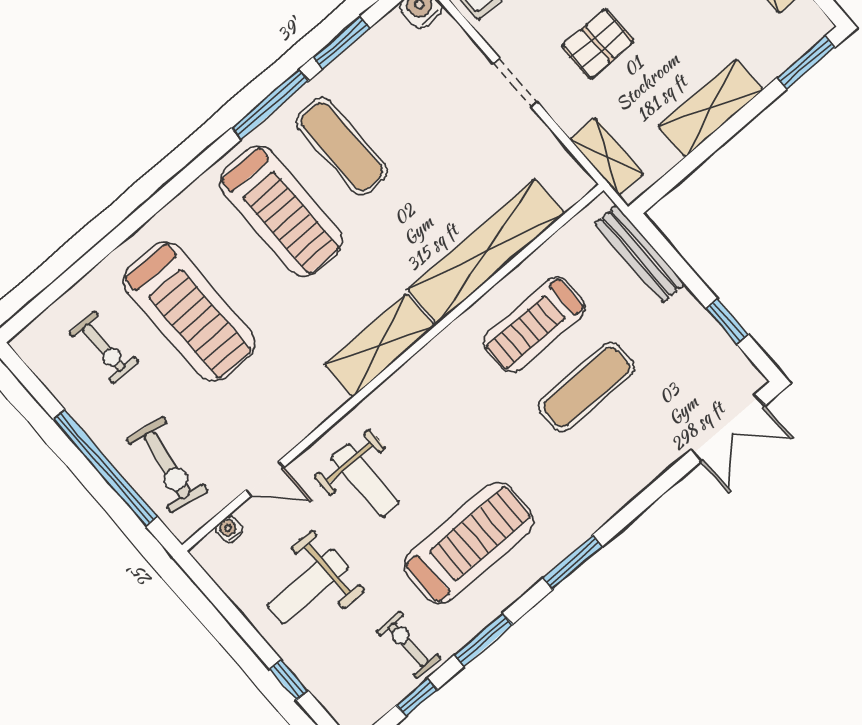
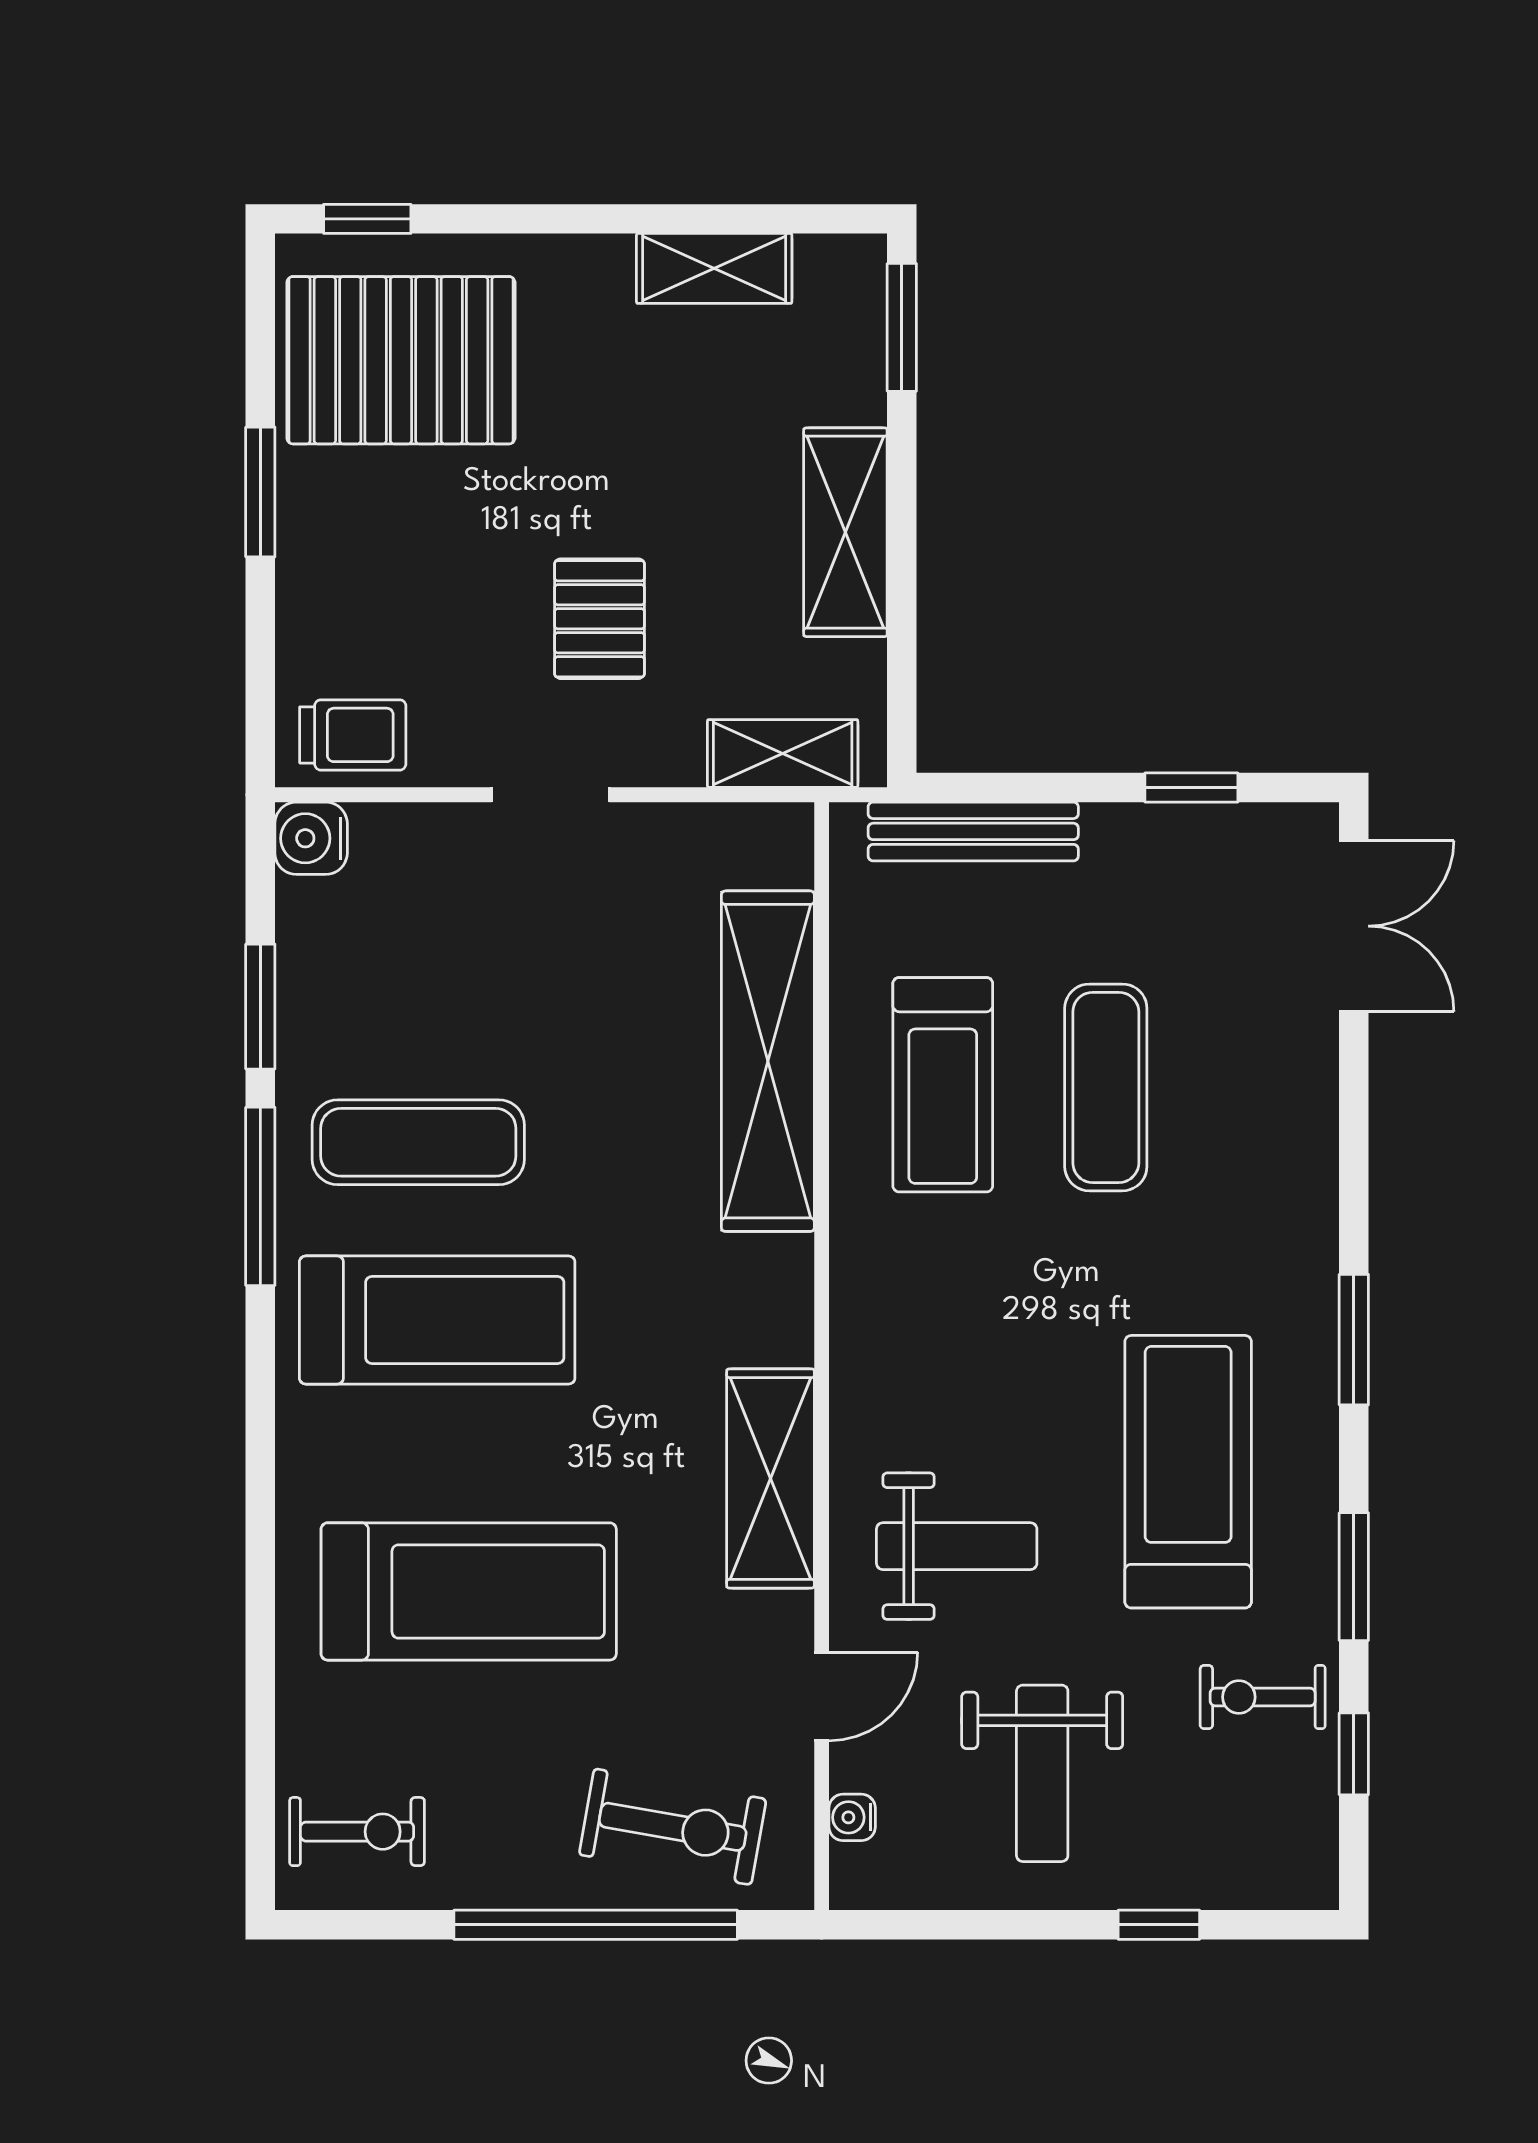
shelving: (380, 345) -> (771, 1478), moved
exercise bike: (104, 347) -> (357, 1832), moved

